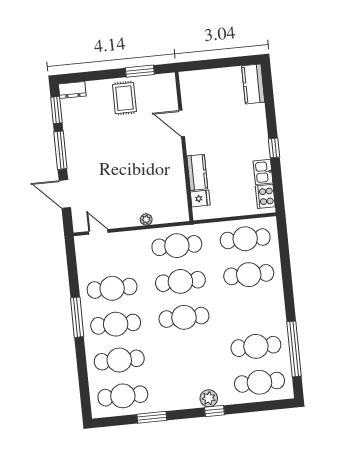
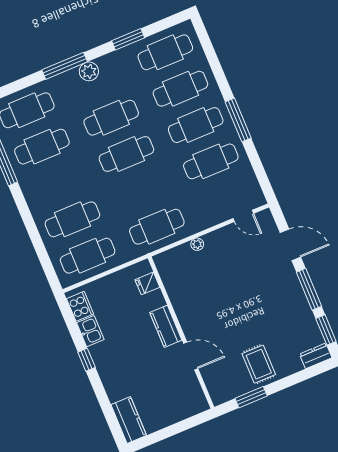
kitchen counter: (197, 172) -> (166, 326), moved
cafe table: (180, 281) -> (111, 118), moved
plant: (209, 398) -> (89, 71), moved
window: (214, 411) -> (65, 66), width x2.17

